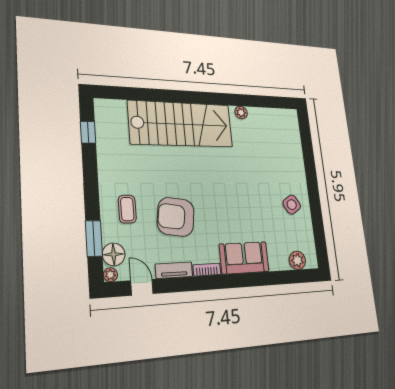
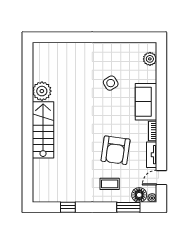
plant: (241, 113) -> (42, 91), width x1.87, depth x1.87
stairs: (181, 124) -> (43, 130), width x0.73, depth x0.66
window: (88, 132) -> (68, 207), moved
side table: (292, 205) -> (111, 83), moved

